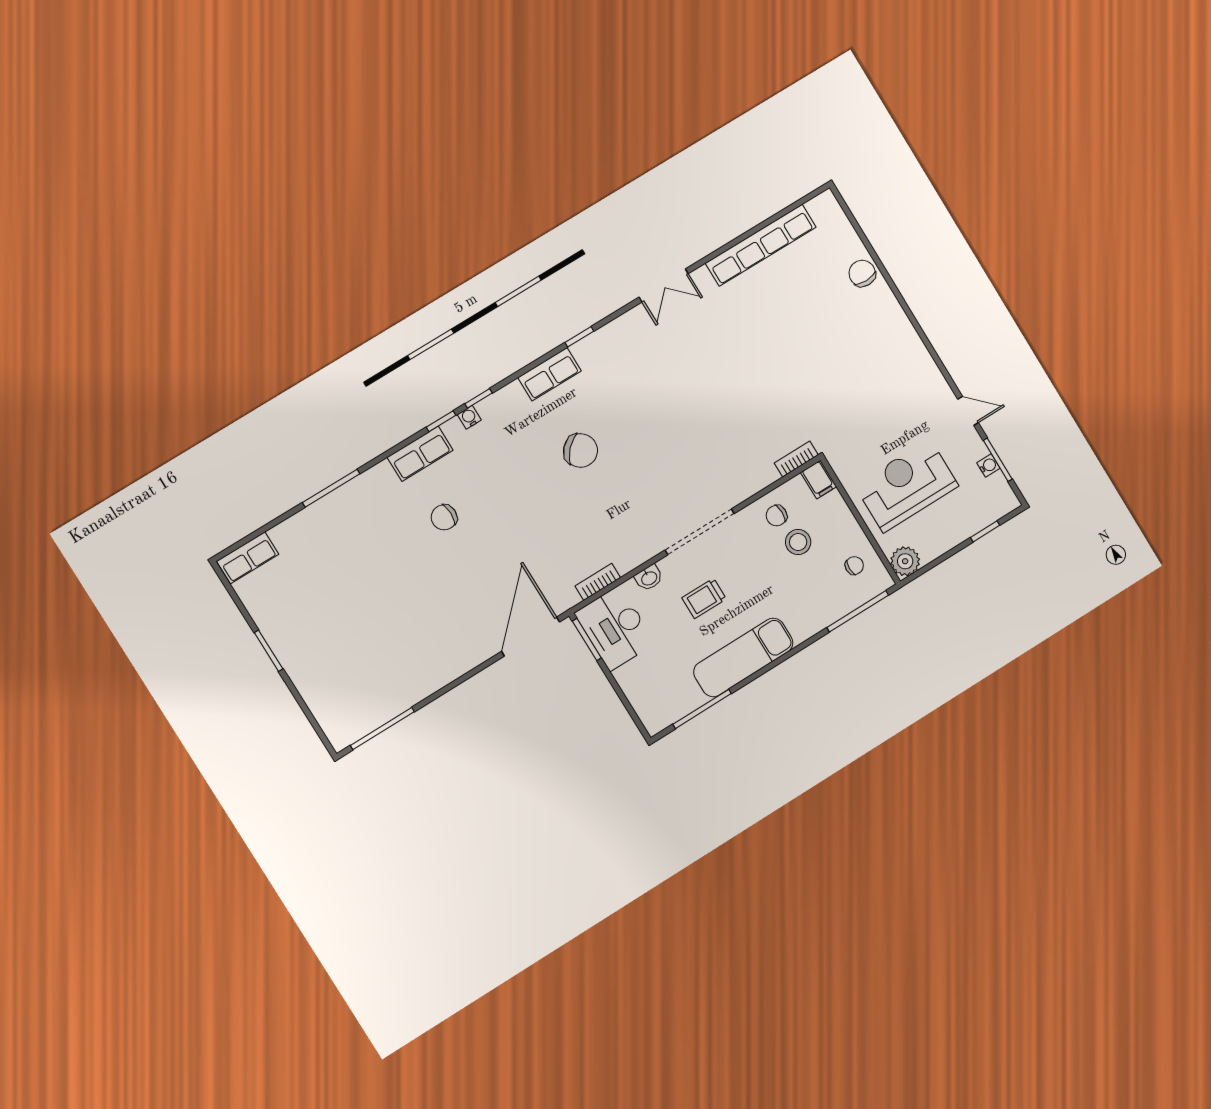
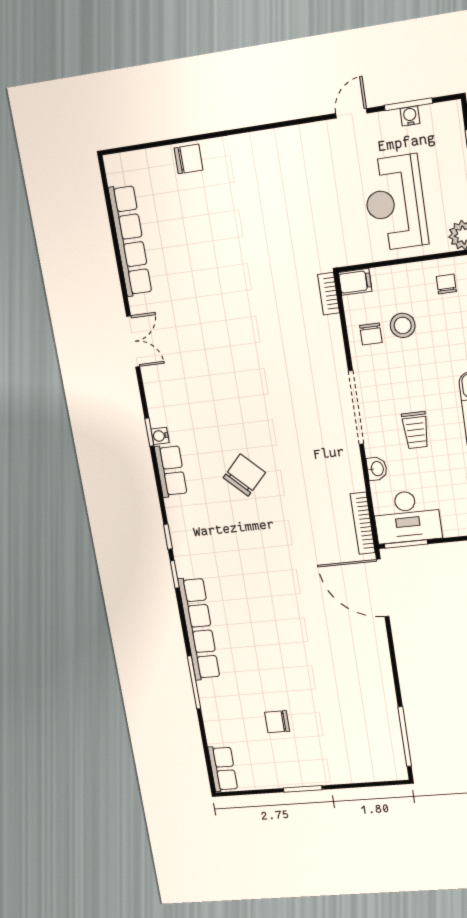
chair: (862, 273) -> (189, 159), turned 180
water cooler: (469, 417) -> (160, 436), moved
row of seats: (420, 454) -> (199, 629), width x2.02
chair: (444, 517) -> (277, 722), moved, turned 90
bookcase: (598, 582) -> (363, 523), width x1.56

